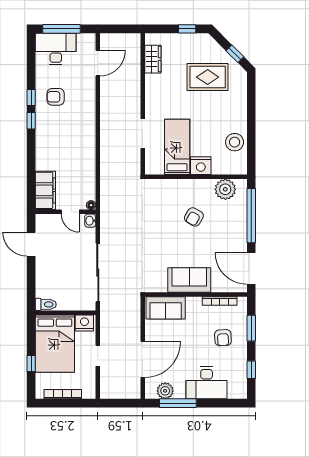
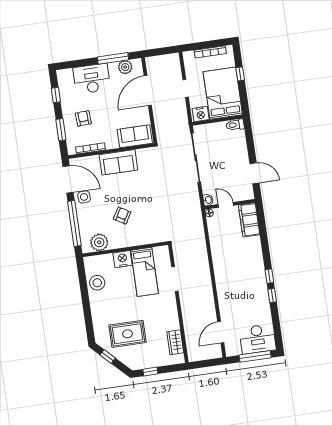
armchair: (56, 97) -> (252, 299), removed
side table: (235, 245) -> (84, 197), added

